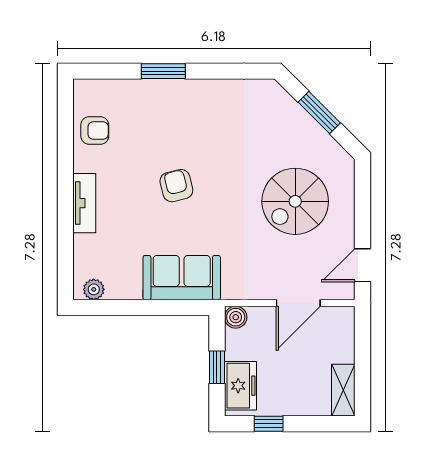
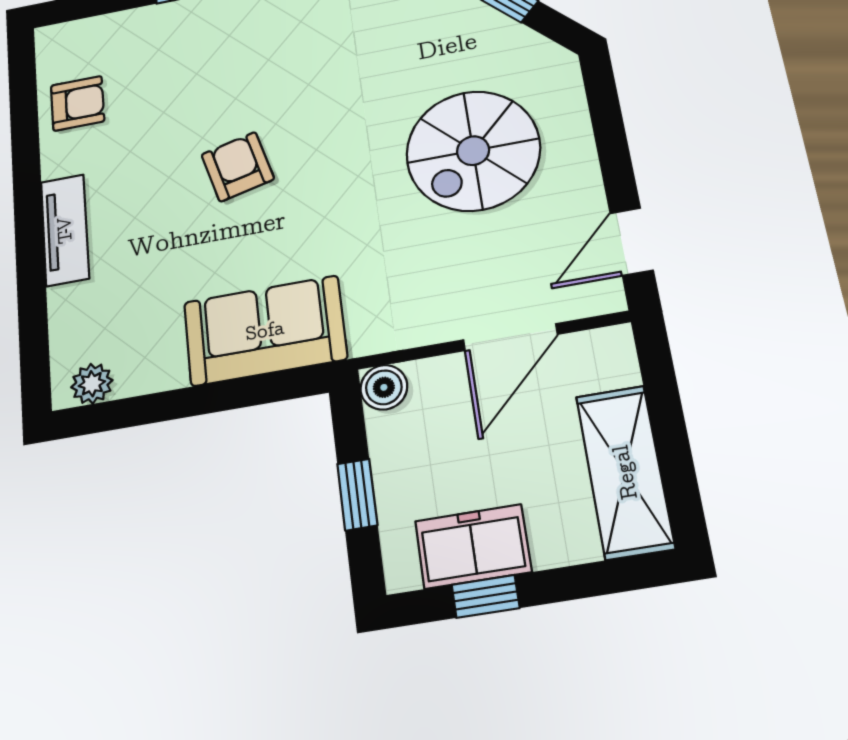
freezer: (240, 386) -> (473, 546), moved, turned -90
shelving: (343, 390) -> (625, 472), width x1.50, depth x1.33

